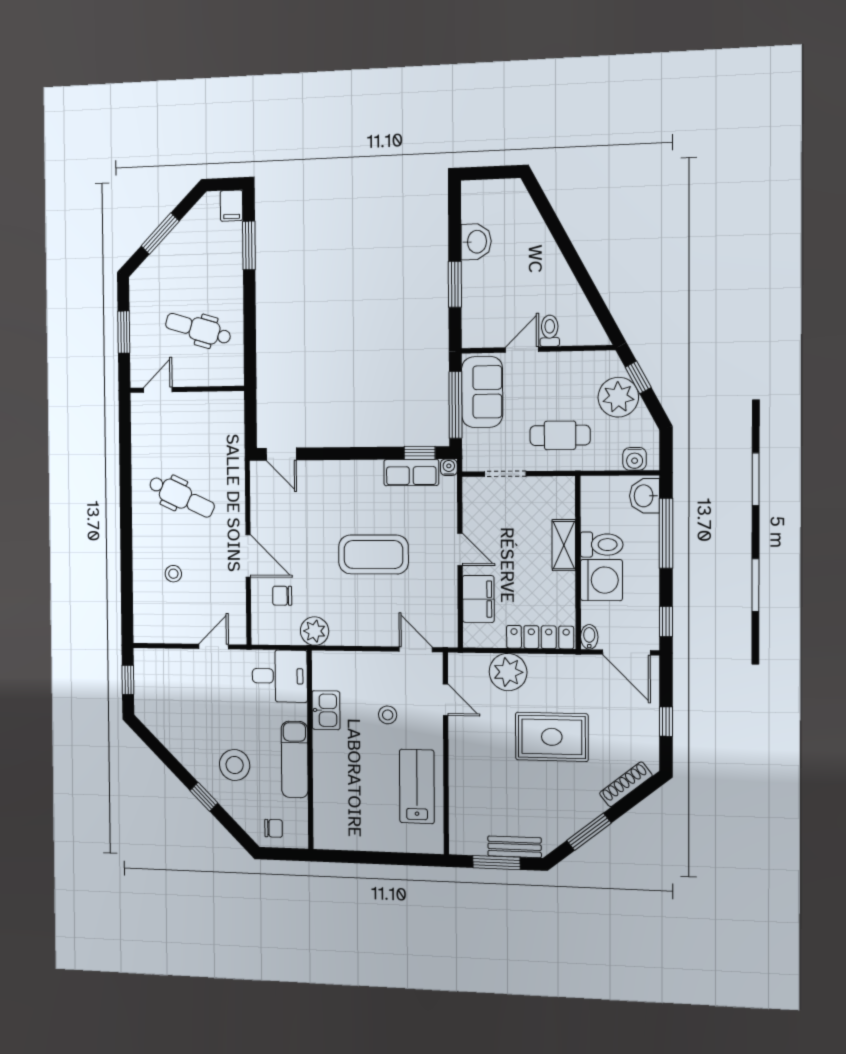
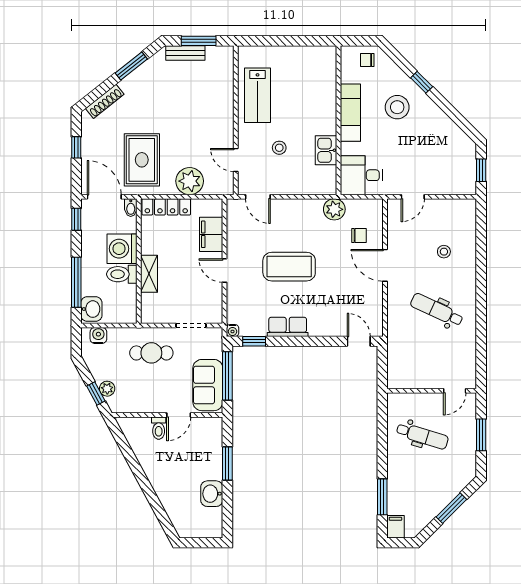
plant: (618, 397) -> (107, 389), width x0.53, depth x0.53
row of seats: (411, 473) -> (288, 327), moved
rug: (552, 737) -> (142, 160), moved, turned 90

